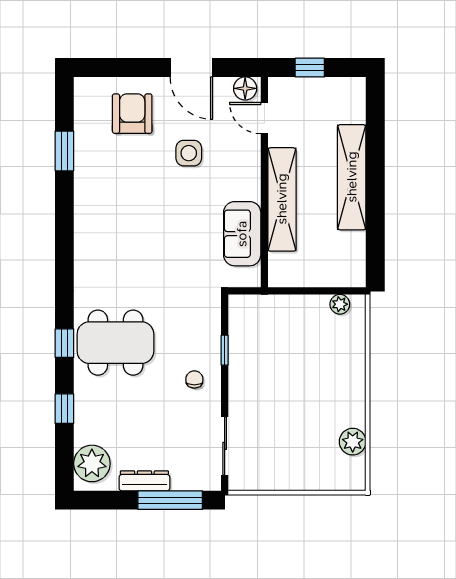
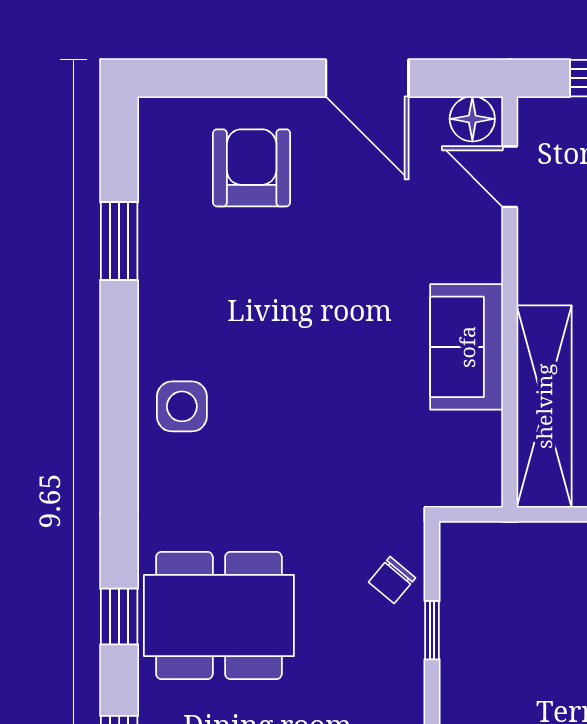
side table: (189, 153) -> (182, 406), moved
shelving: (282, 199) -> (544, 406), moved
sofa: (242, 234) -> (467, 347), moved
chair: (194, 379) -> (392, 580), moved, turned -140

